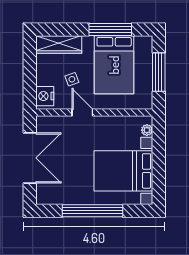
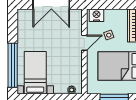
bed with nightstands: (123, 171) -> (35, 73), width x0.73
window: (92, 211) -> (13, 65), moved

